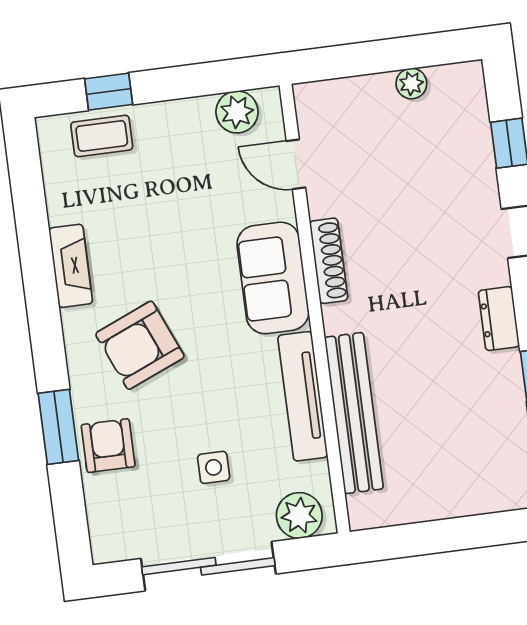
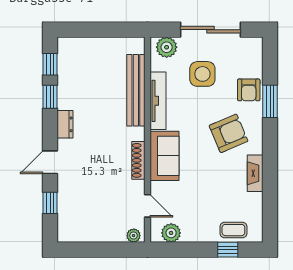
plant: (411, 84) -> (134, 236), moved
side table: (214, 467) -> (202, 74), width x1.87, depth x1.87

